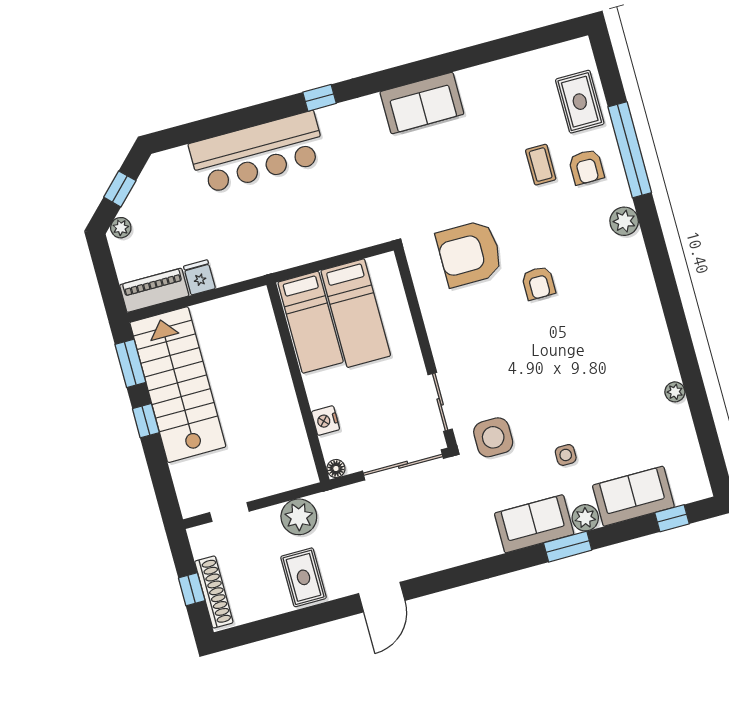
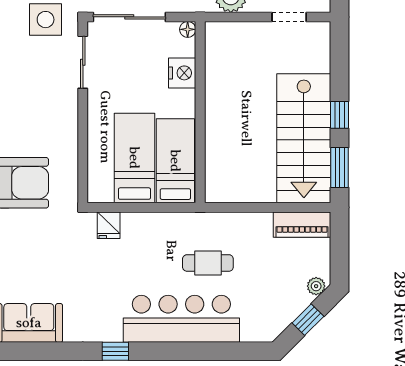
cafe table: (245, 221) -> (208, 263), added
fridge: (199, 277) -> (109, 225), moved
nightstand: (326, 421) -> (182, 73), width x1.36, depth x1.33

